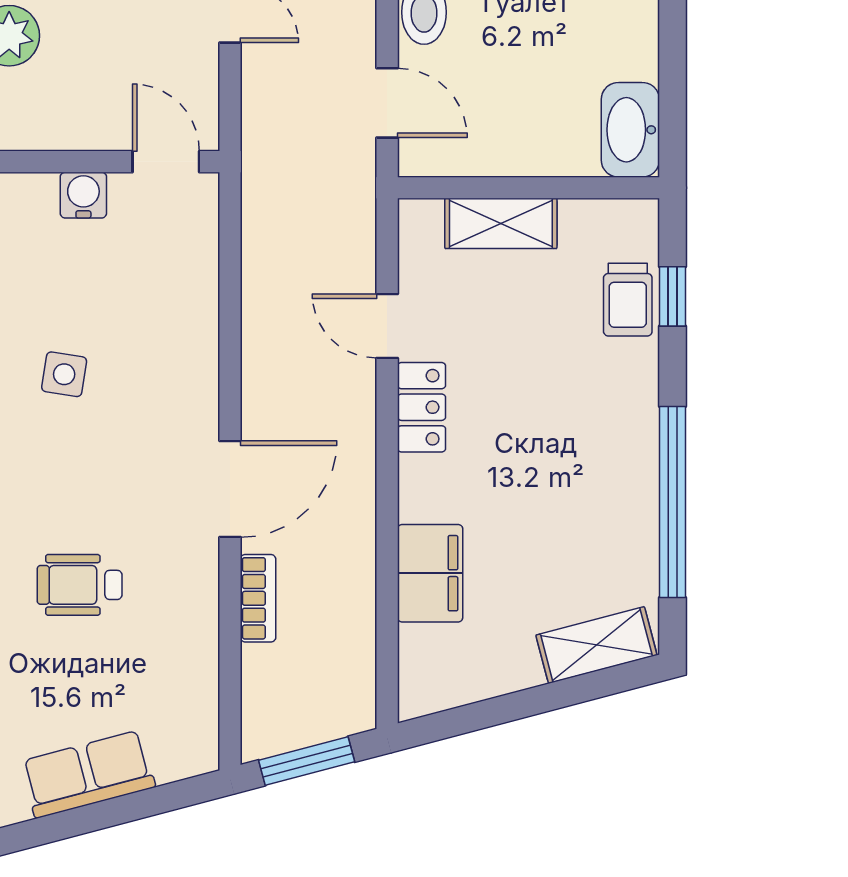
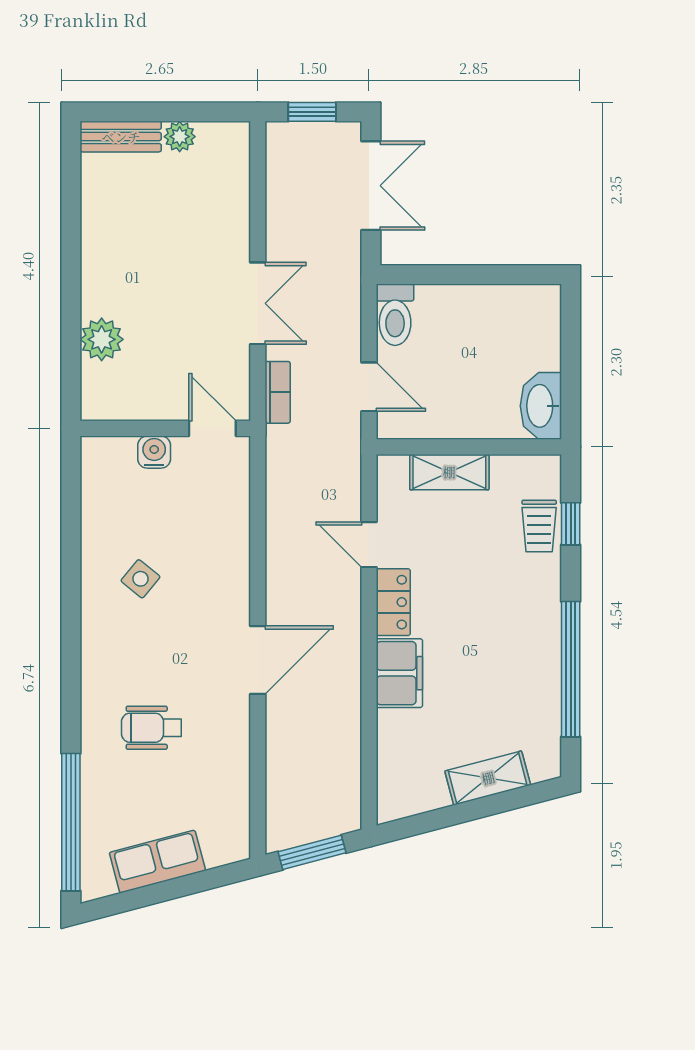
side table: (64, 374) -> (141, 579), turned 30
filing cabinet: (430, 573) -> (399, 673), moved
bookcase: (258, 598) -> (278, 392), moved
shelving: (596, 645) -> (488, 778), moved

